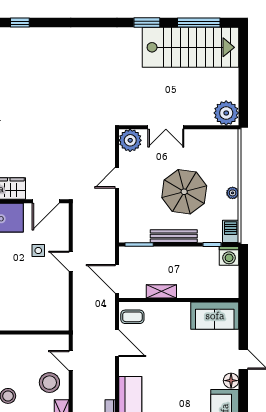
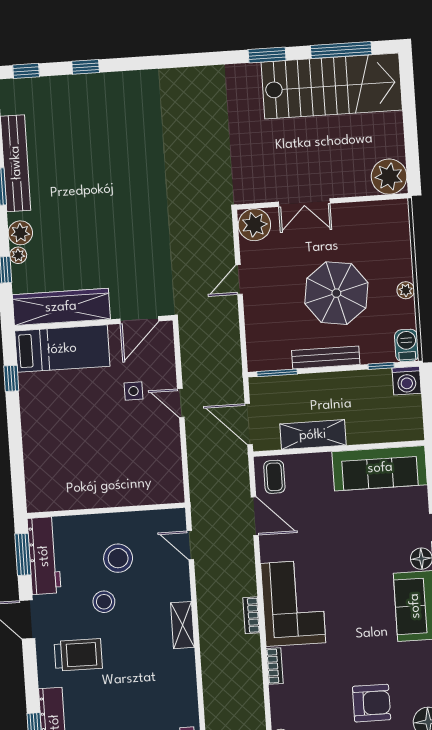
shelving: (161, 291) -> (313, 435), width x1.50, depth x1.33
sofa: (215, 316) -> (380, 468), width x1.36
coffee table: (132, 317) -> (274, 477), turned 90
stool: (49, 383) -> (118, 558), moved

